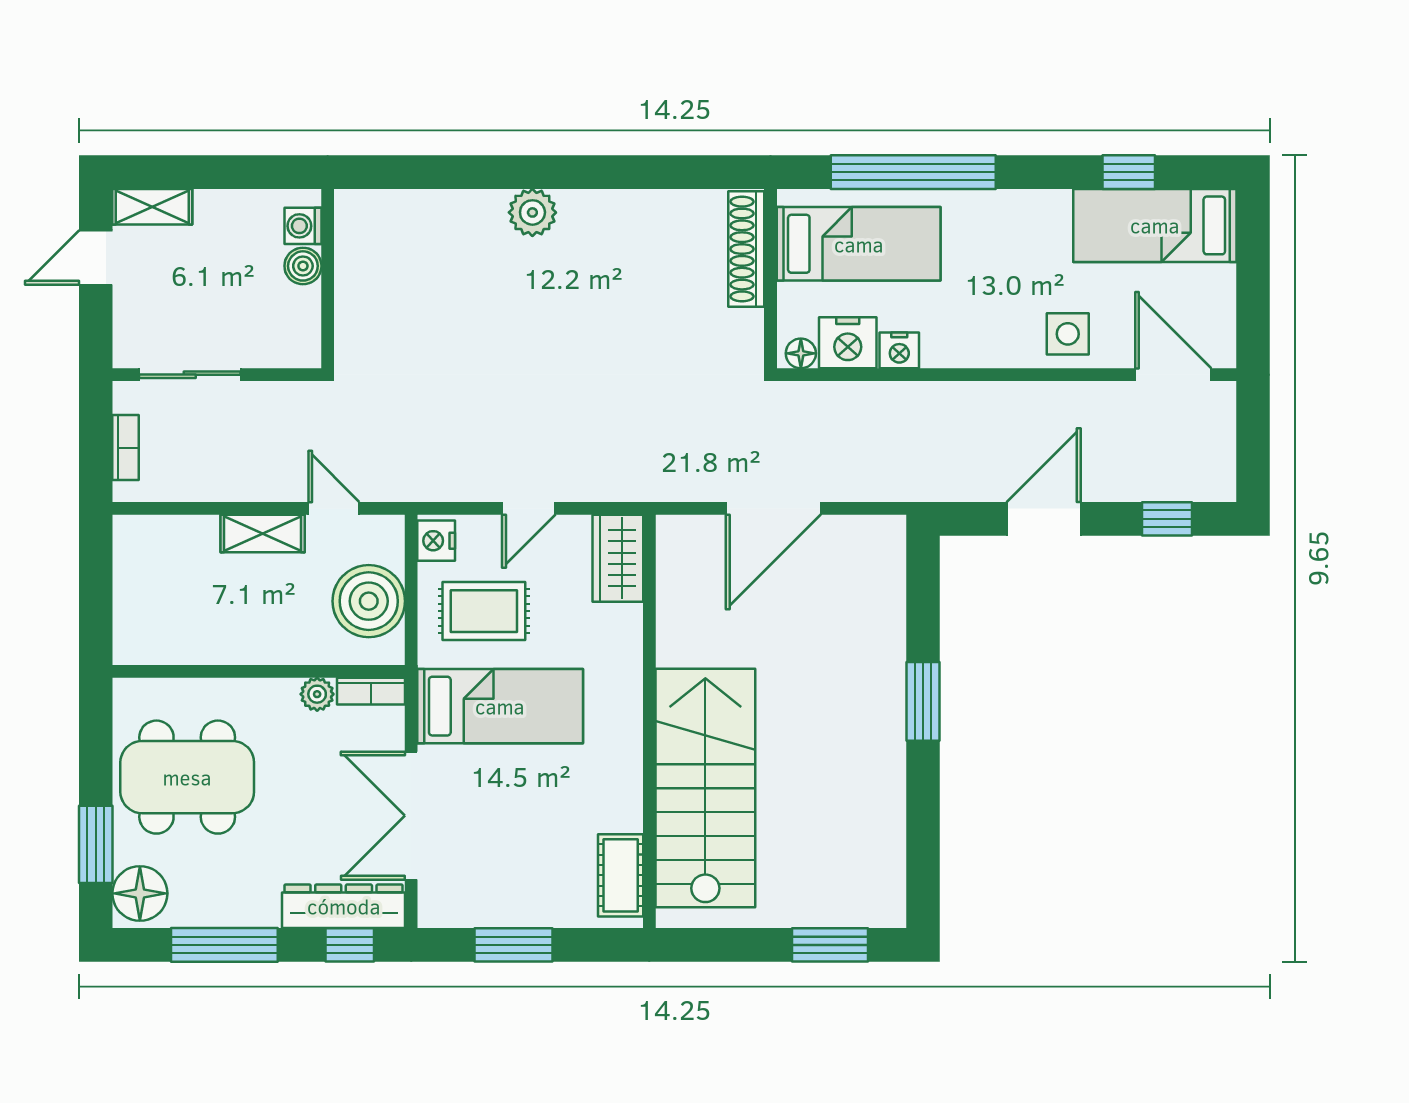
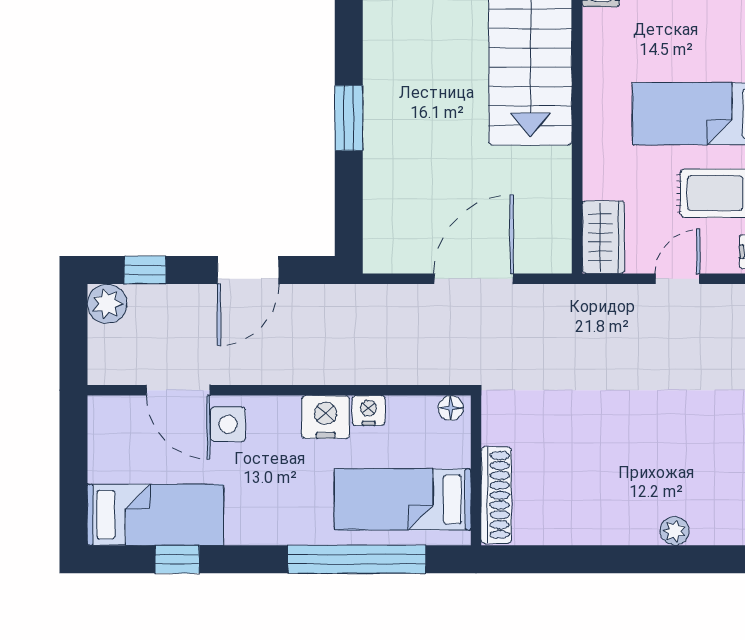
plant: (532, 212) -> (675, 531), width x0.73, depth x0.73
nightstand: (848, 343) -> (326, 417), moved
door: (1173, 375) -> (178, 390), moved
plant: (1213, 478) -> (107, 304), added

